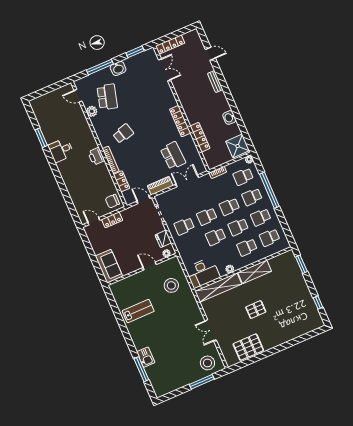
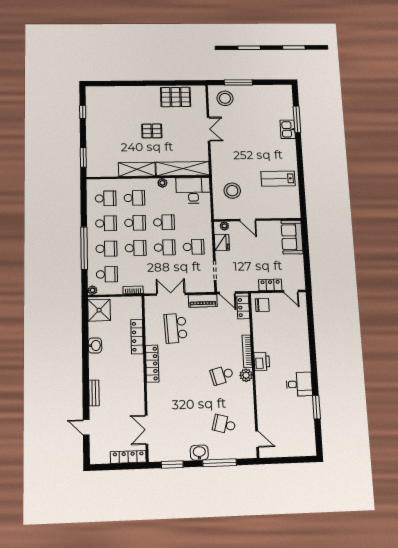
school desk: (107, 97) -> (224, 424), width x0.54
plant: (92, 111) -> (246, 375), moved
locker: (121, 181) -> (243, 307), moved
double door: (187, 181) -> (171, 294), swing flipped

